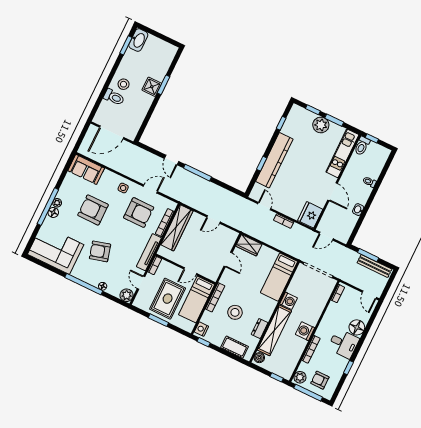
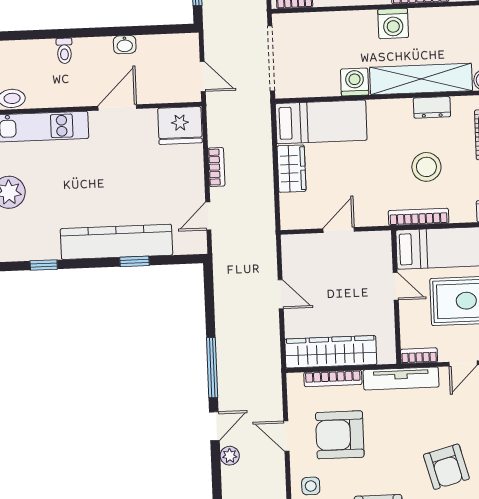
plant: (155, 160) -> (230, 456), added
armchair: (139, 212) -> (340, 435), turned -90
wardrobe: (249, 245) -> (291, 169), moved

